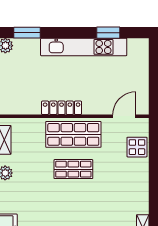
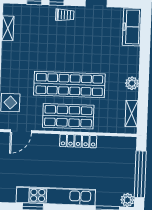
shop shelf: (73, 169) -> (69, 85), width x2.00, depth x1.36

